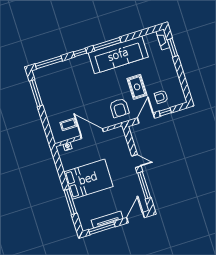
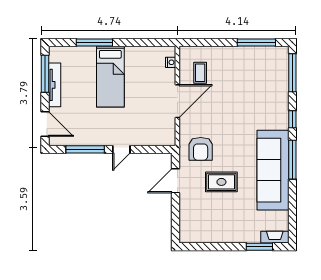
armchair: (161, 97) -> (198, 210), removed
armchair: (119, 108) -> (201, 149), turned -90
window: (165, 112) -> (175, 209), removed
door: (146, 118) -> (175, 181), swing flipped
bed: (88, 179) -> (110, 77), width x0.67

